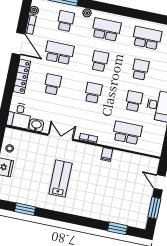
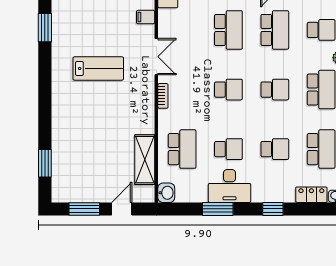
school desk: (53, 84) -> (228, 30), width x1.85
washbasin: (36, 125) -> (166, 193), moved
filing cabinet: (107, 154) -> (146, 17), moved
shelving: (129, 160) -> (145, 160), added

